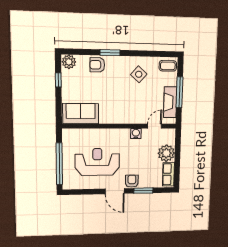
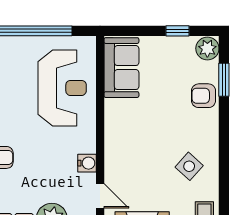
window: (110, 53) -> (224, 80), moved
armchair: (97, 65) -> (204, 96), turned -90
reception desk: (97, 162) -> (62, 88), moved

